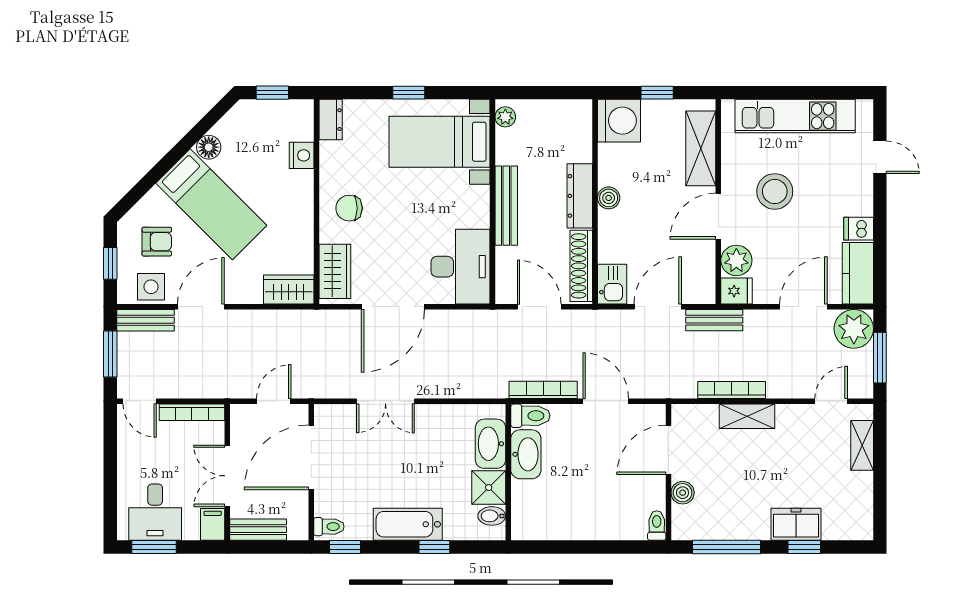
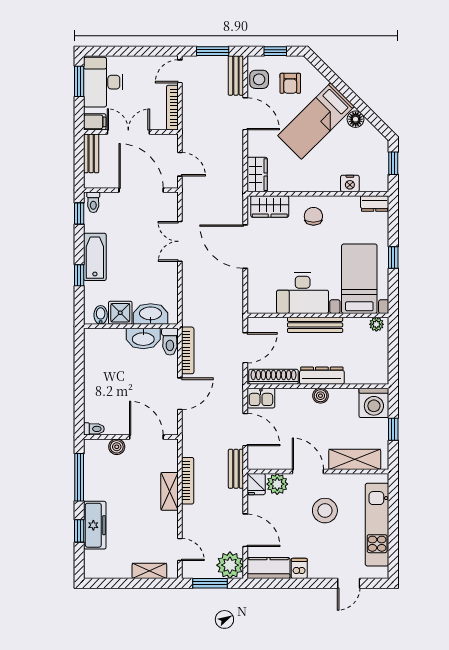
desk: (460, 267) -> (303, 293), moved
desk: (155, 512) -> (103, 82), width x1.37
freezer: (796, 524) -> (95, 525), width x1.40

